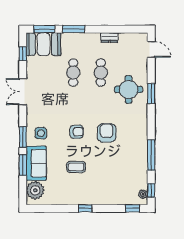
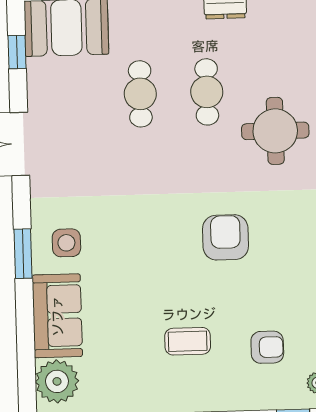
armchair: (77, 132) -> (267, 347), moved
window: (23, 165) -> (25, 321), removed
coffee table: (76, 167) -> (188, 341), moved

